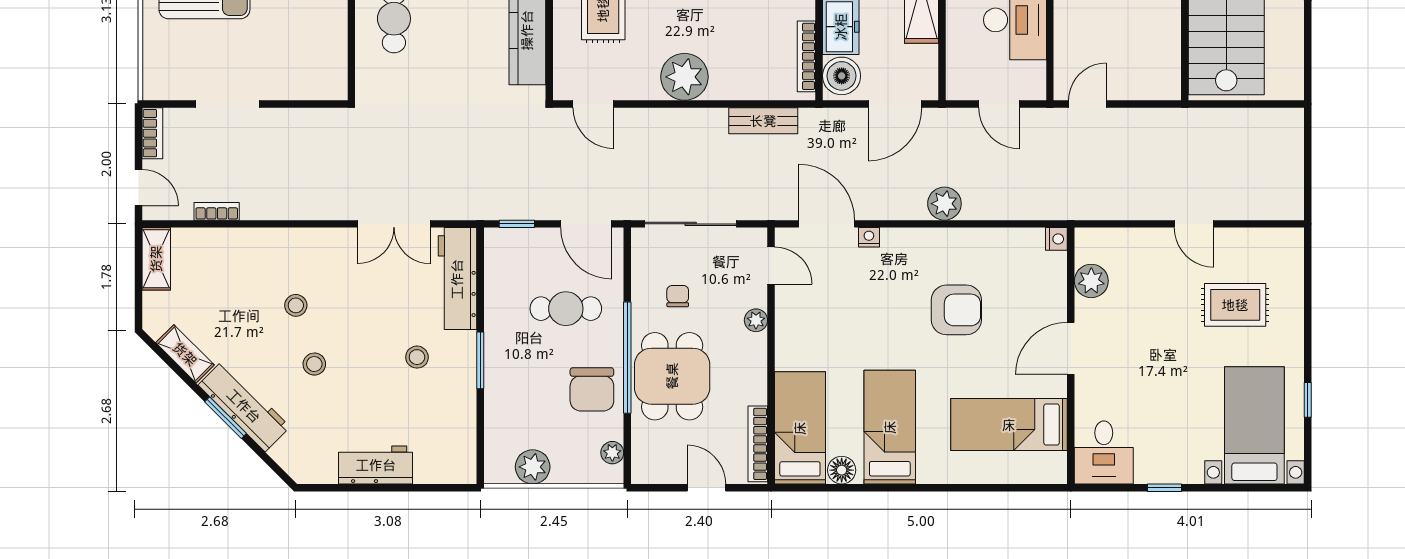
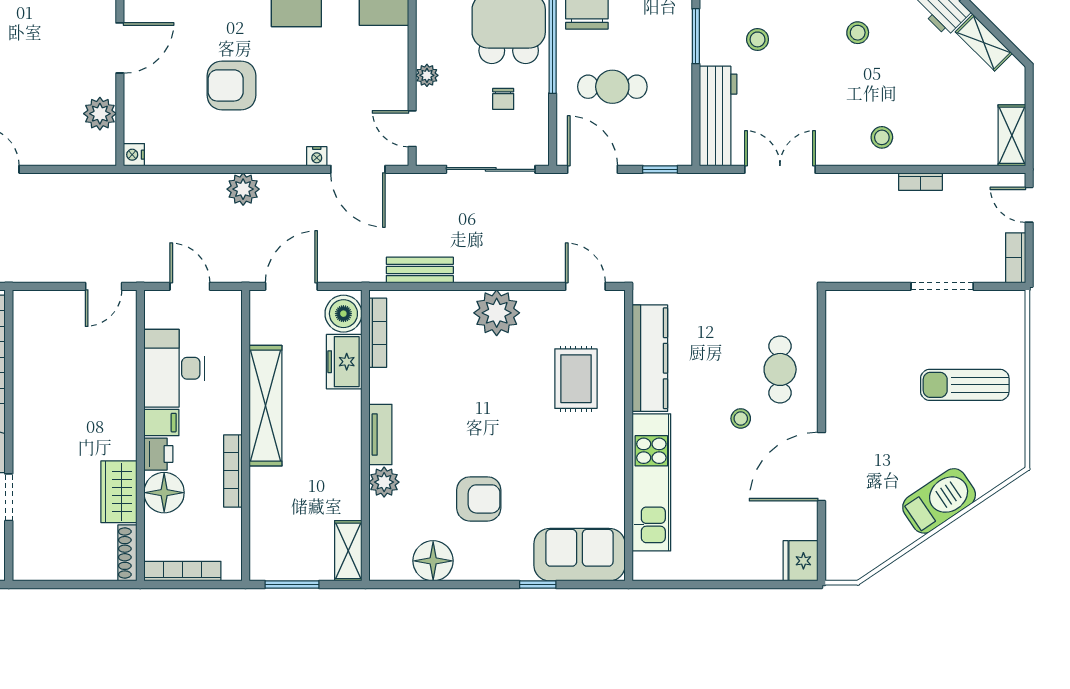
bookcase: (217, 211) -> (920, 182), moved
stool: (296, 305) -> (882, 137), moved

